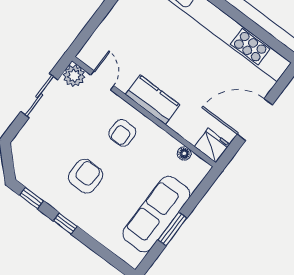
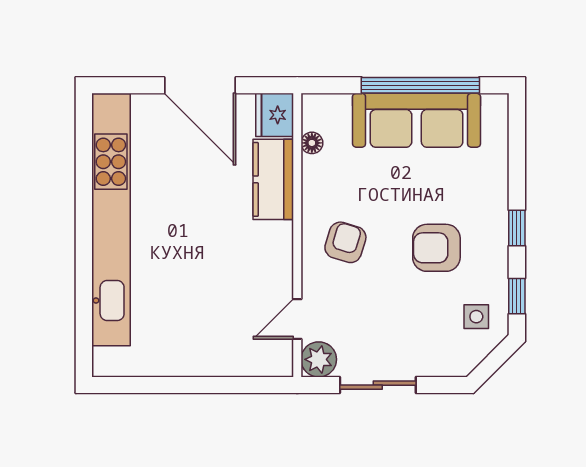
kitchen counter: (153, 100) -> (273, 179), moved
armchair: (122, 133) -> (345, 242), turned -73
side table: (36, 170) -> (476, 317), added
window: (172, 229) -> (420, 85), width x2.11

